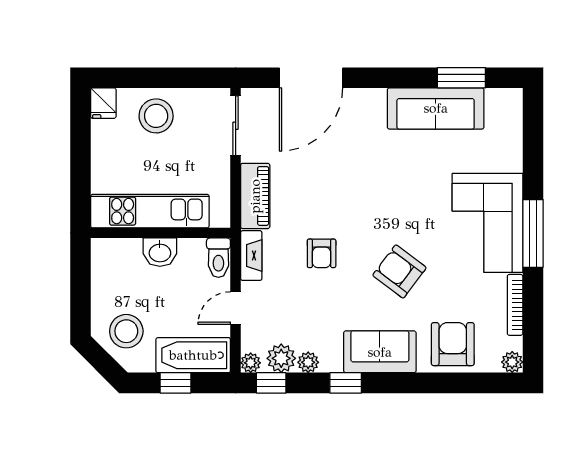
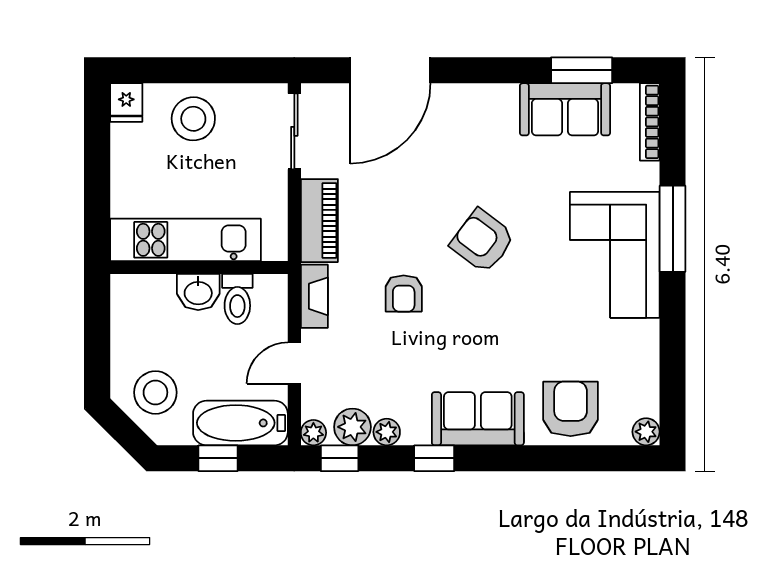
sofa: (436, 108) -> (565, 109), width x0.73
window: (533, 233) -> (673, 229), moved
toilet: (218, 258) -> (237, 299), moved
armchair: (399, 271) -> (482, 241), moved
bookcase: (515, 305) -> (650, 122), moved

